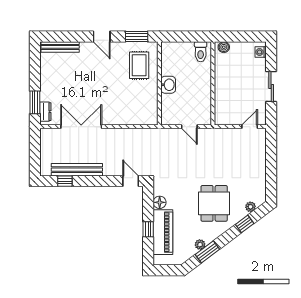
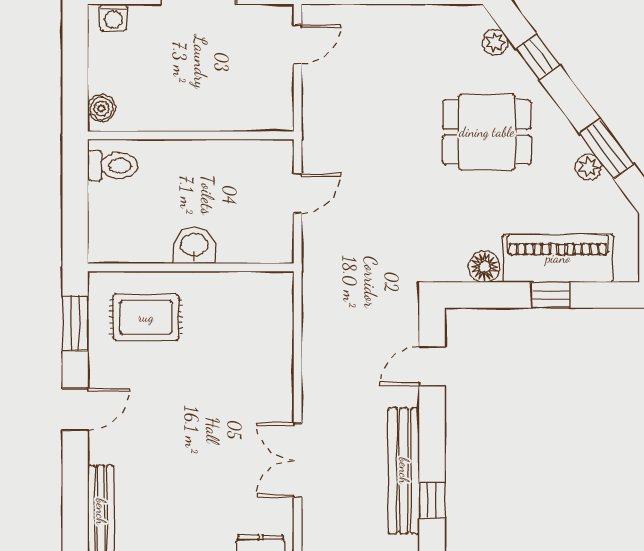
double door: (81, 127) -> (298, 460), width x0.73
door: (250, 127) -> (298, 44), swing flipped
door: (131, 181) -> (432, 366), moved

